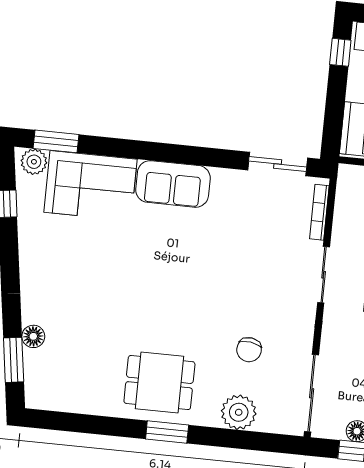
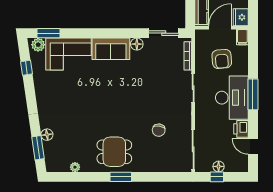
floor lamp: (224, 180) -> (137, 44), added
plant: (239, 412) -> (75, 167), moved, width x0.53, depth x0.53

